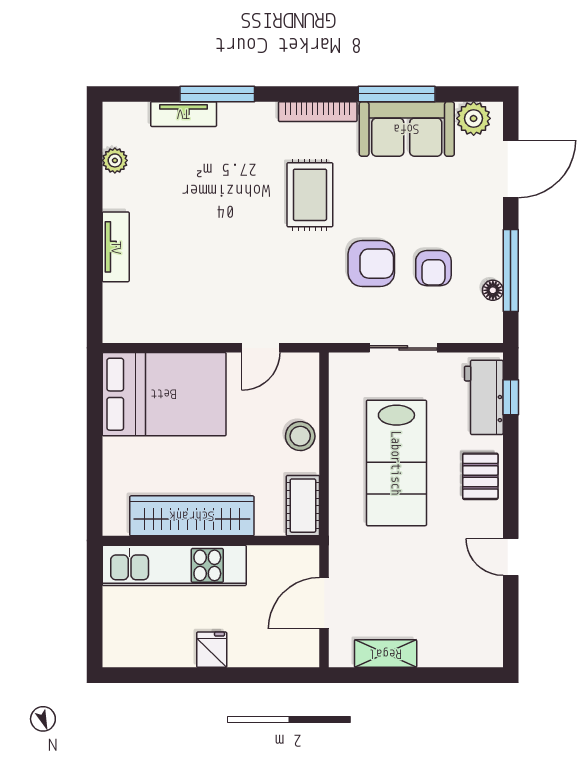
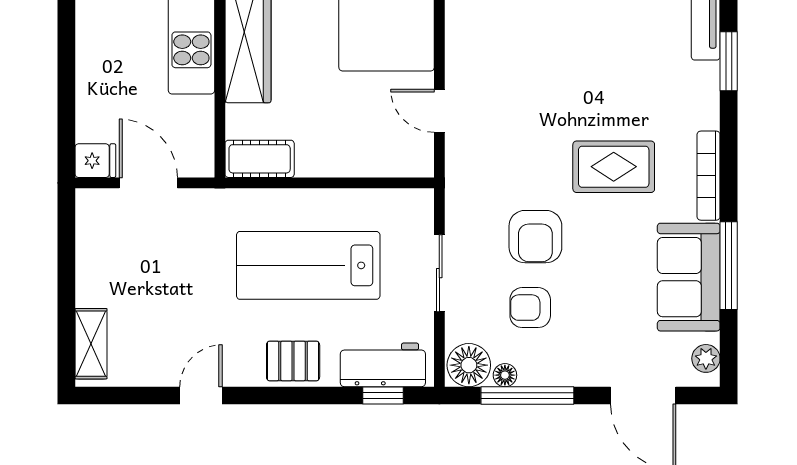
window: (217, 94) -> (729, 61), width x0.69
plant: (474, 118) -> (706, 358), width x0.73, depth x0.73
floor lamp: (484, 322) -> (469, 365), added
stool: (300, 436) -> (339, 156), removed
fridge: (212, 650) -> (95, 161), moved
shelving: (386, 654) -> (91, 344), moved

